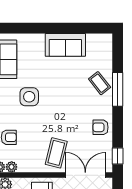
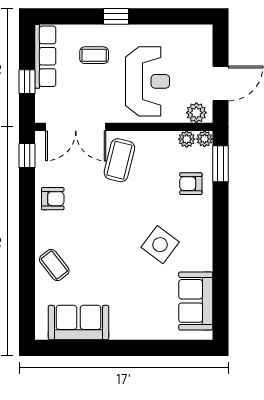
sofa: (65, 45) -> (78, 323), moved
window: (118, 89) -> (27, 256), removed
side table: (29, 97) -> (160, 245), turned 37

